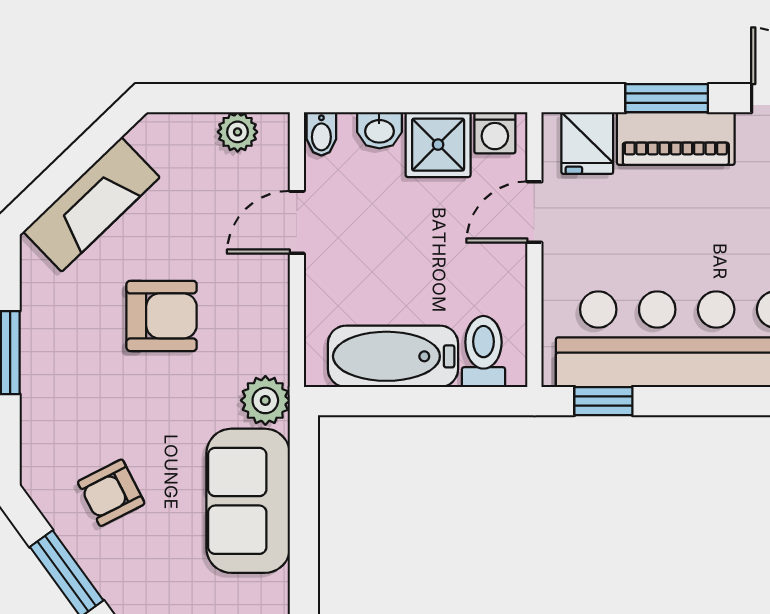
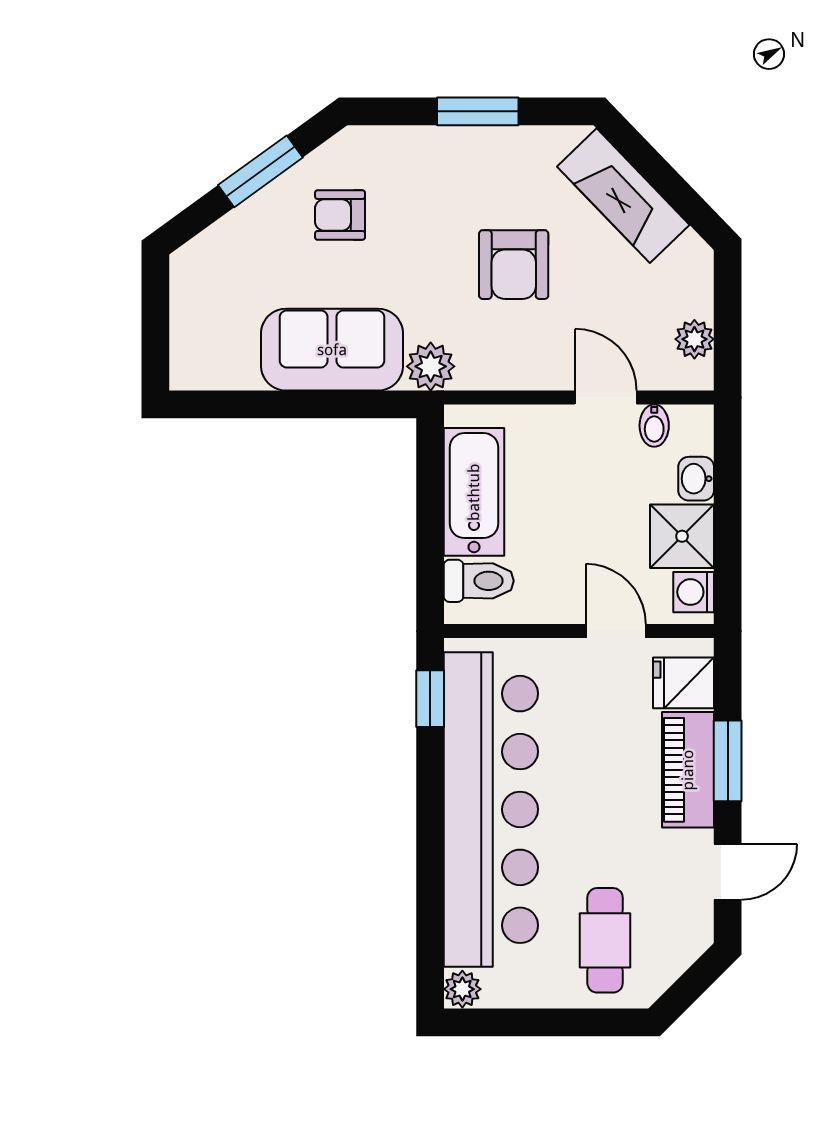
bidet: (321, 134) -> (654, 426), moved, turned -90
armchair: (111, 493) -> (340, 215), turned -63

